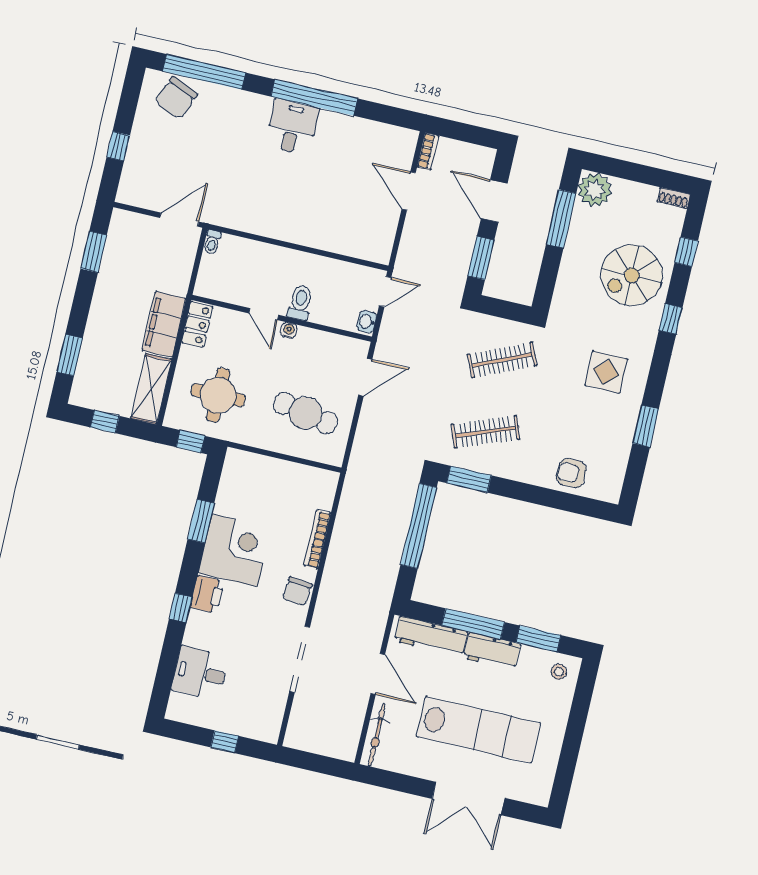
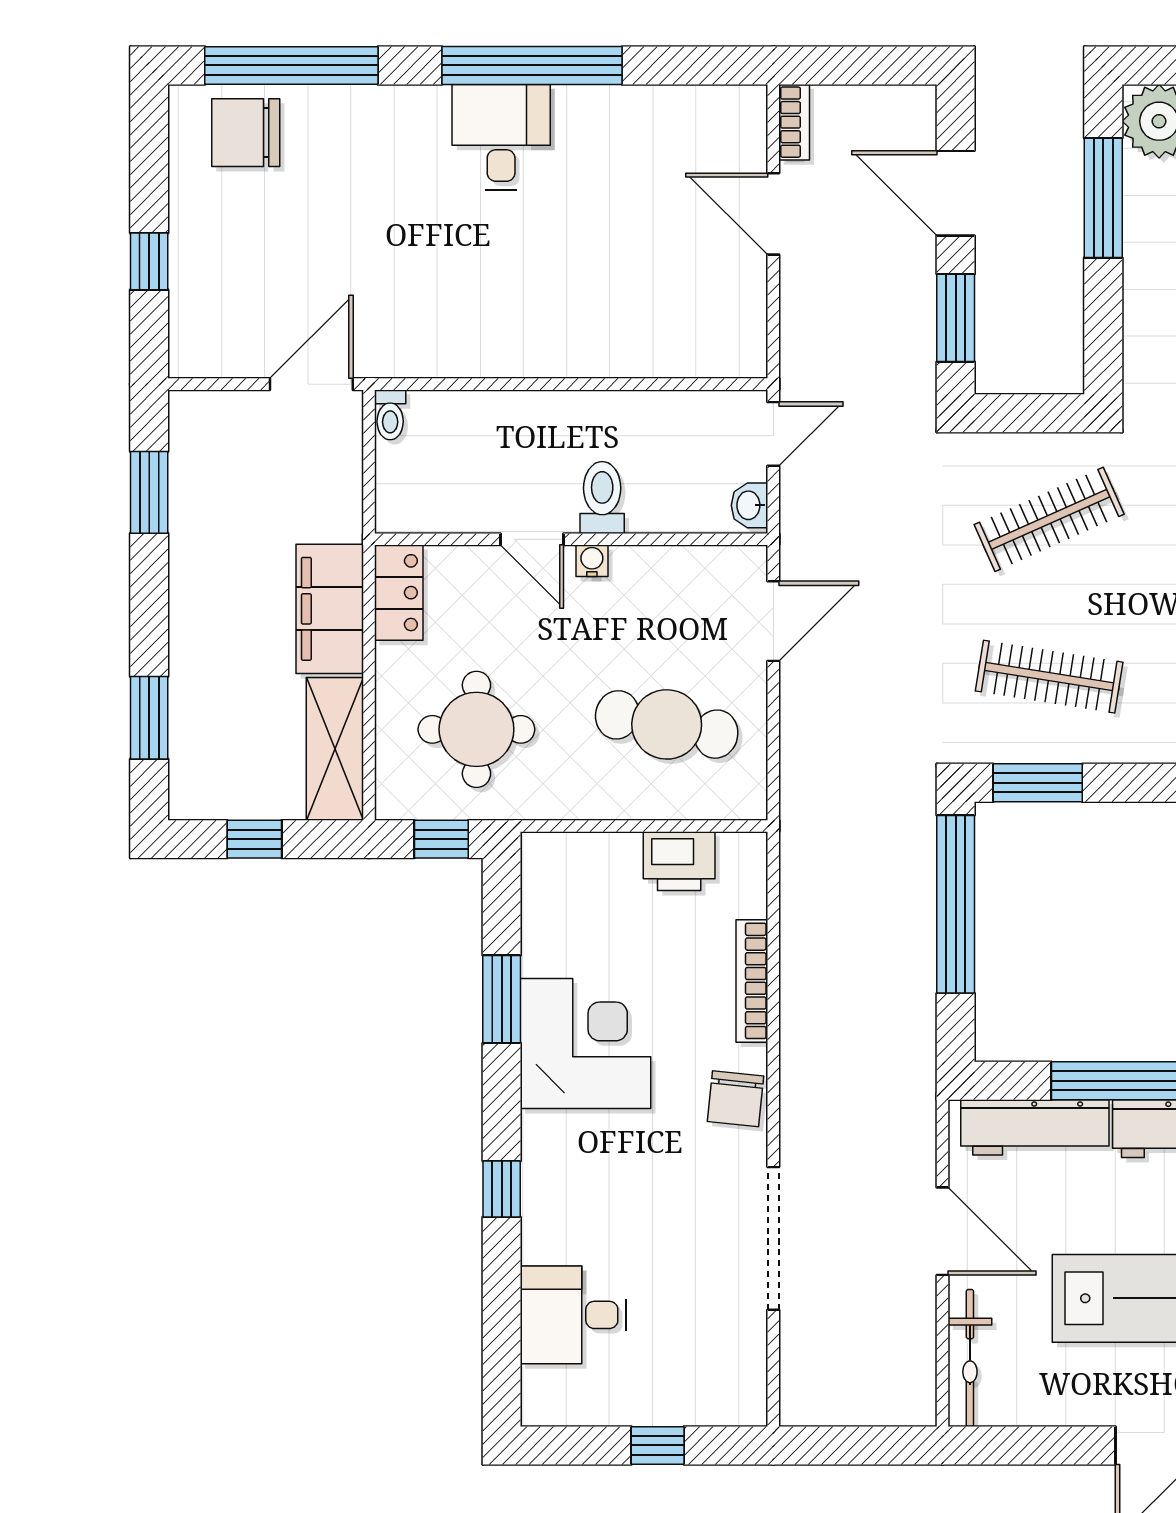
chair: (176, 98) -> (246, 133), turned 67
clothes rail: (485, 432) -> (1049, 677), turned 30
printer: (207, 594) -> (679, 861), moved, turned 90

